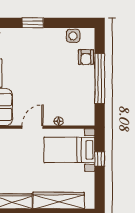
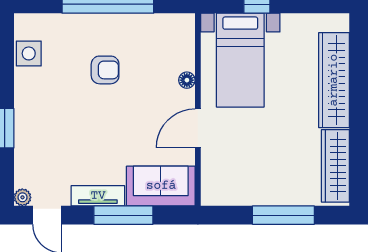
armchair: (86, 57) -> (105, 70), moved
door: (33, 127) -> (198, 128), hinge flipped

